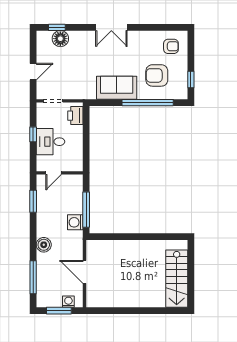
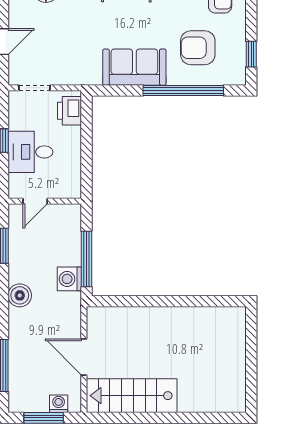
boiler: (44, 245) -> (20, 295), moved
stairs: (177, 279) -> (132, 396), moved, turned 90

